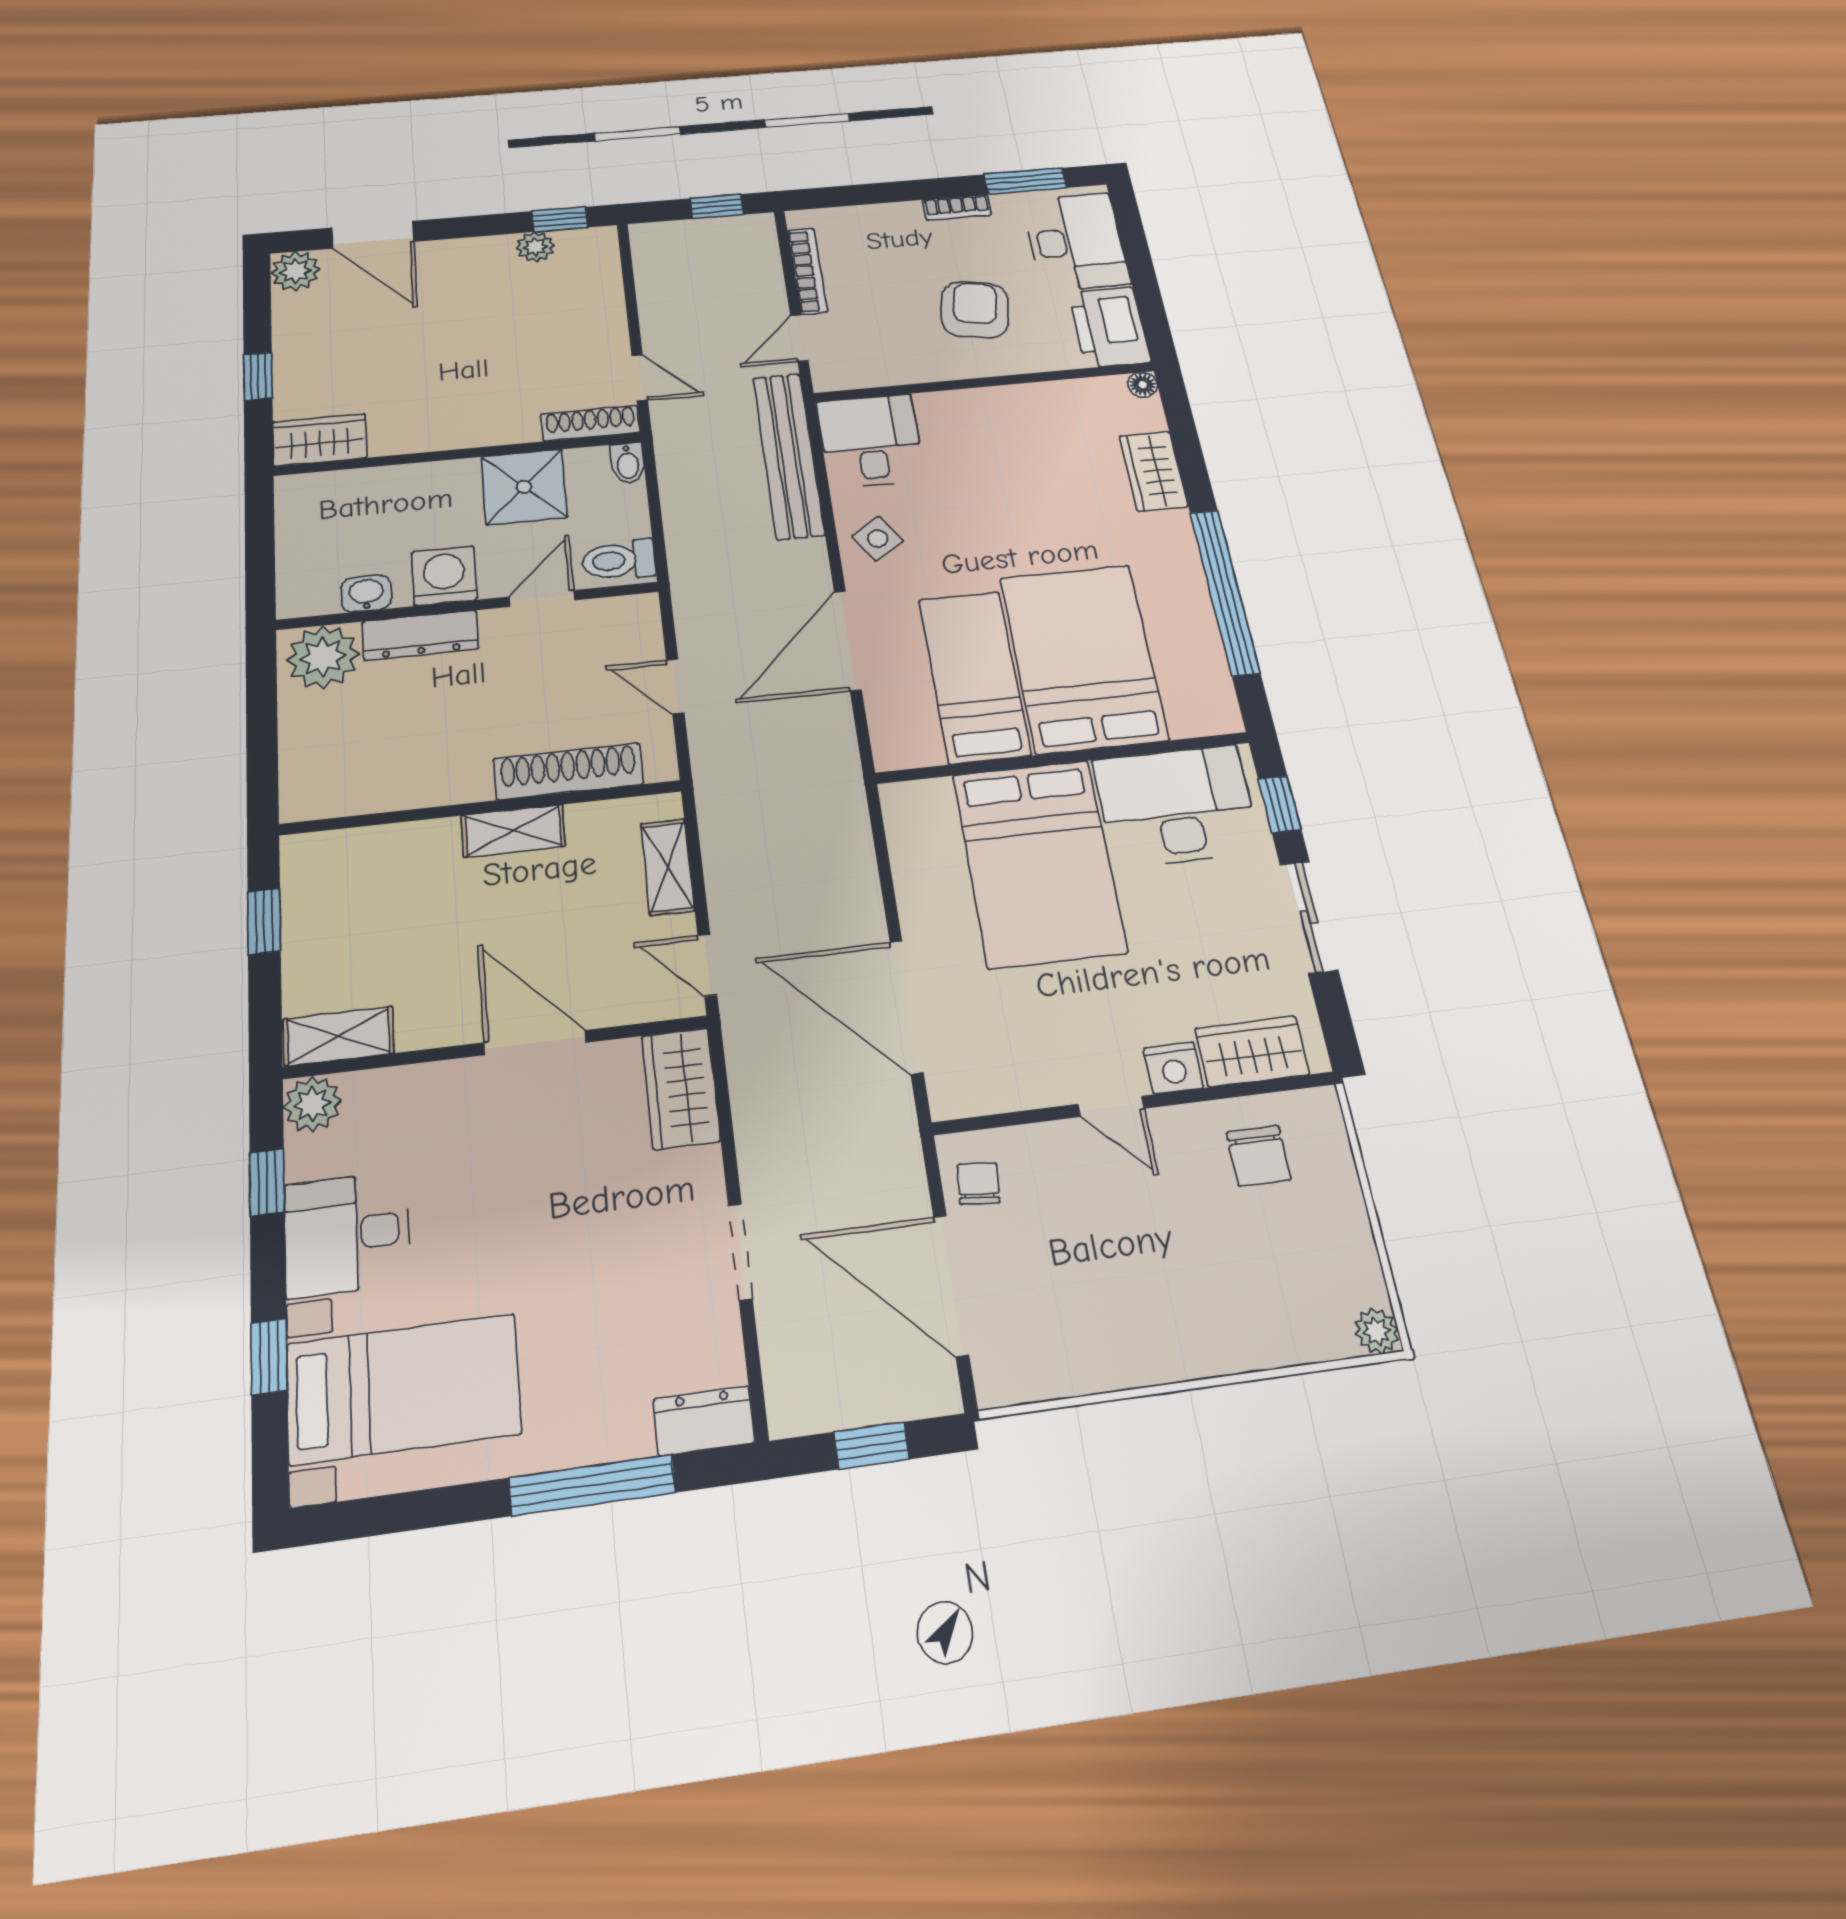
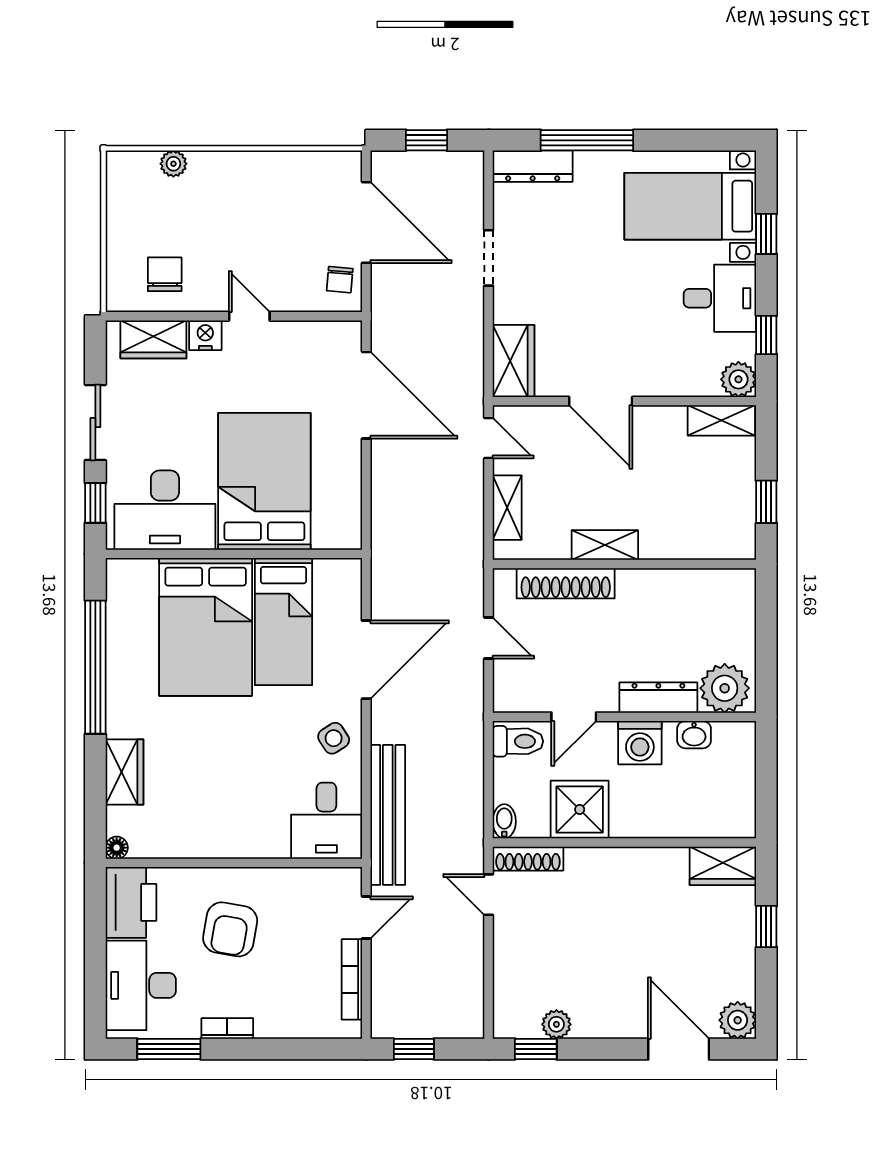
plant: (1377, 1331) -> (173, 164), moved
dresser: (704, 1421) -> (533, 166), width x1.44

